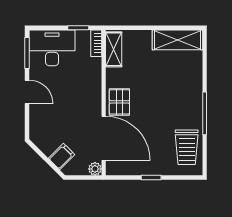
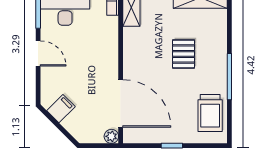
pallet: (119, 102) -> (184, 54), moved
filing cabinet: (62, 157) -> (61, 109), moved

